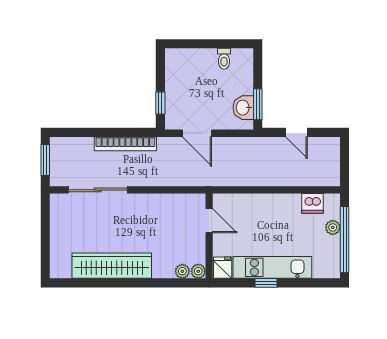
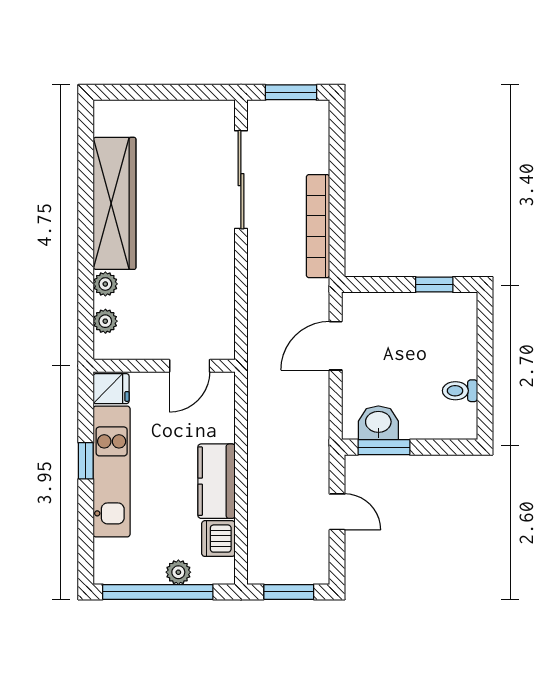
window: (160, 103) -> (434, 285), moved
door: (297, 132) -> (337, 512), swing flipped
window: (345, 161) -> (289, 592), added
kitchen counter: (278, 205) -> (216, 481), added
plant: (198, 271) -> (105, 284), moved

